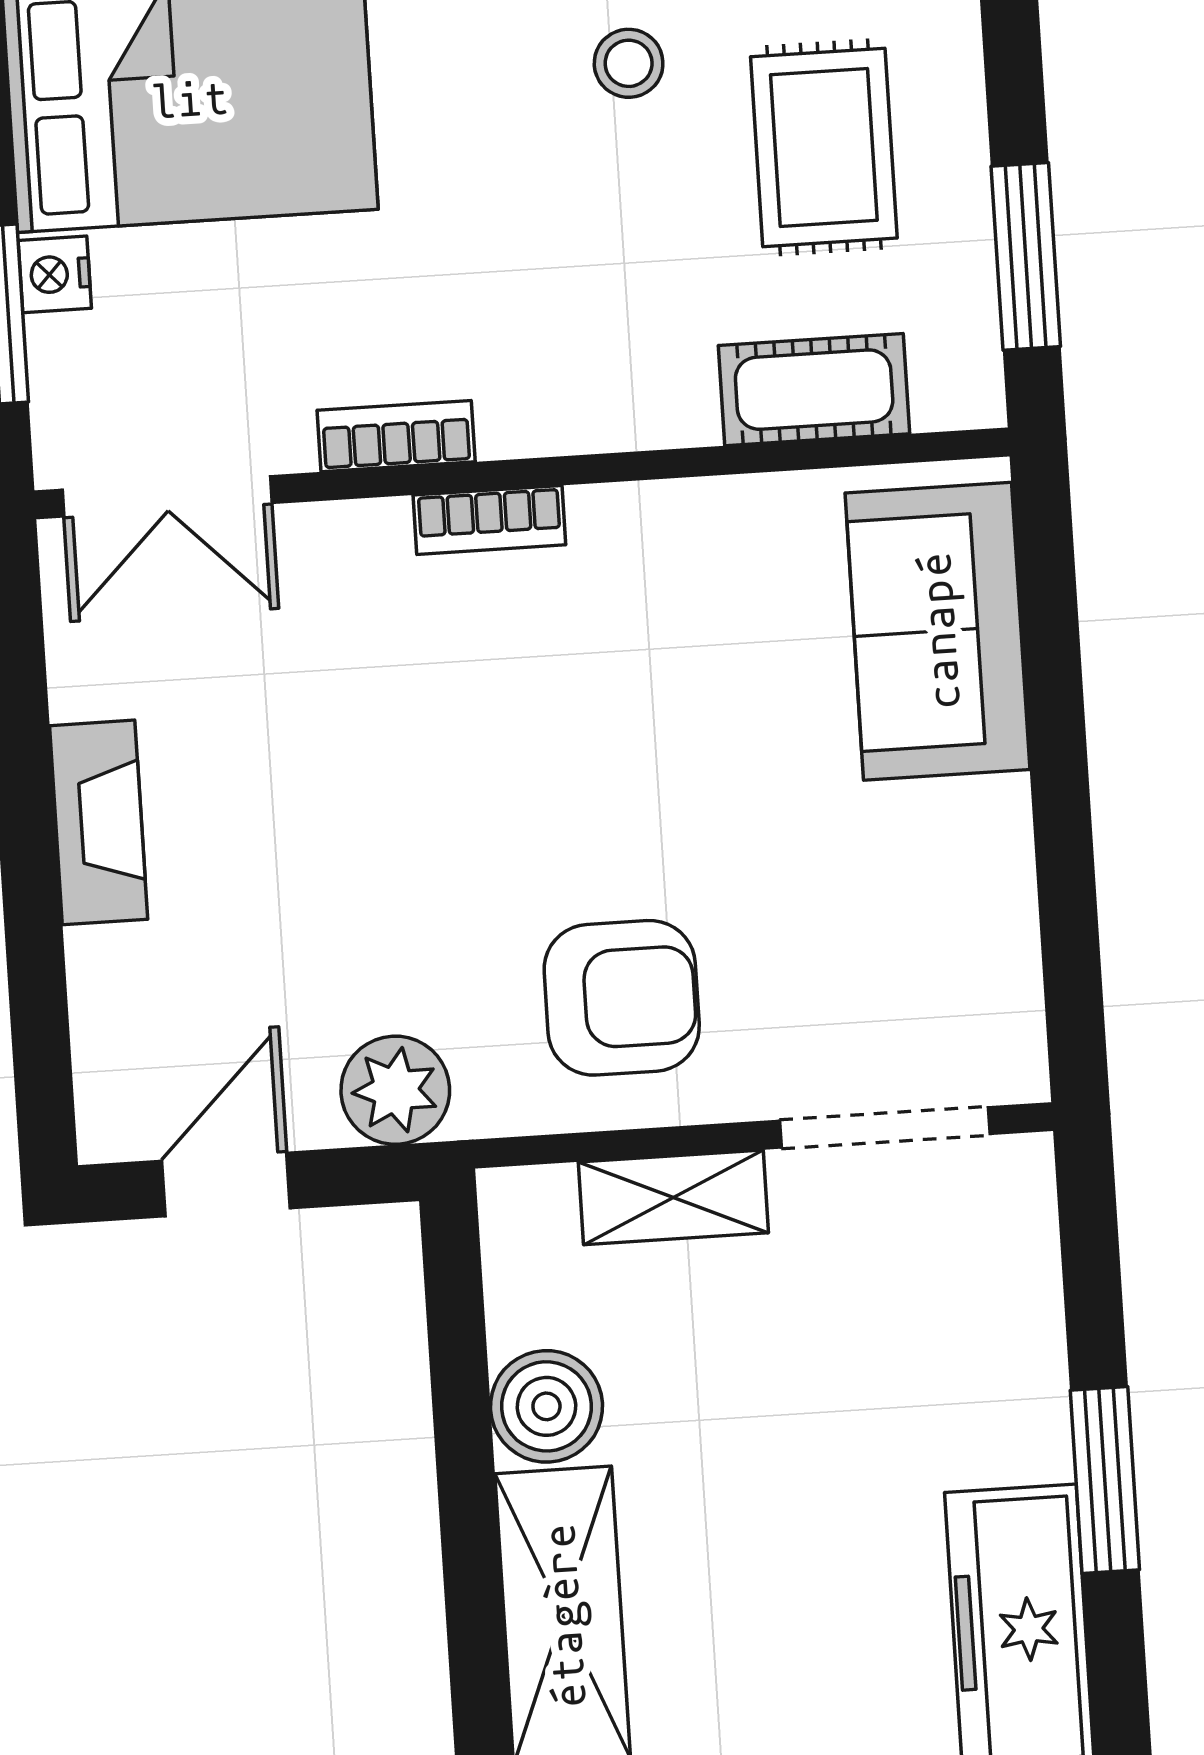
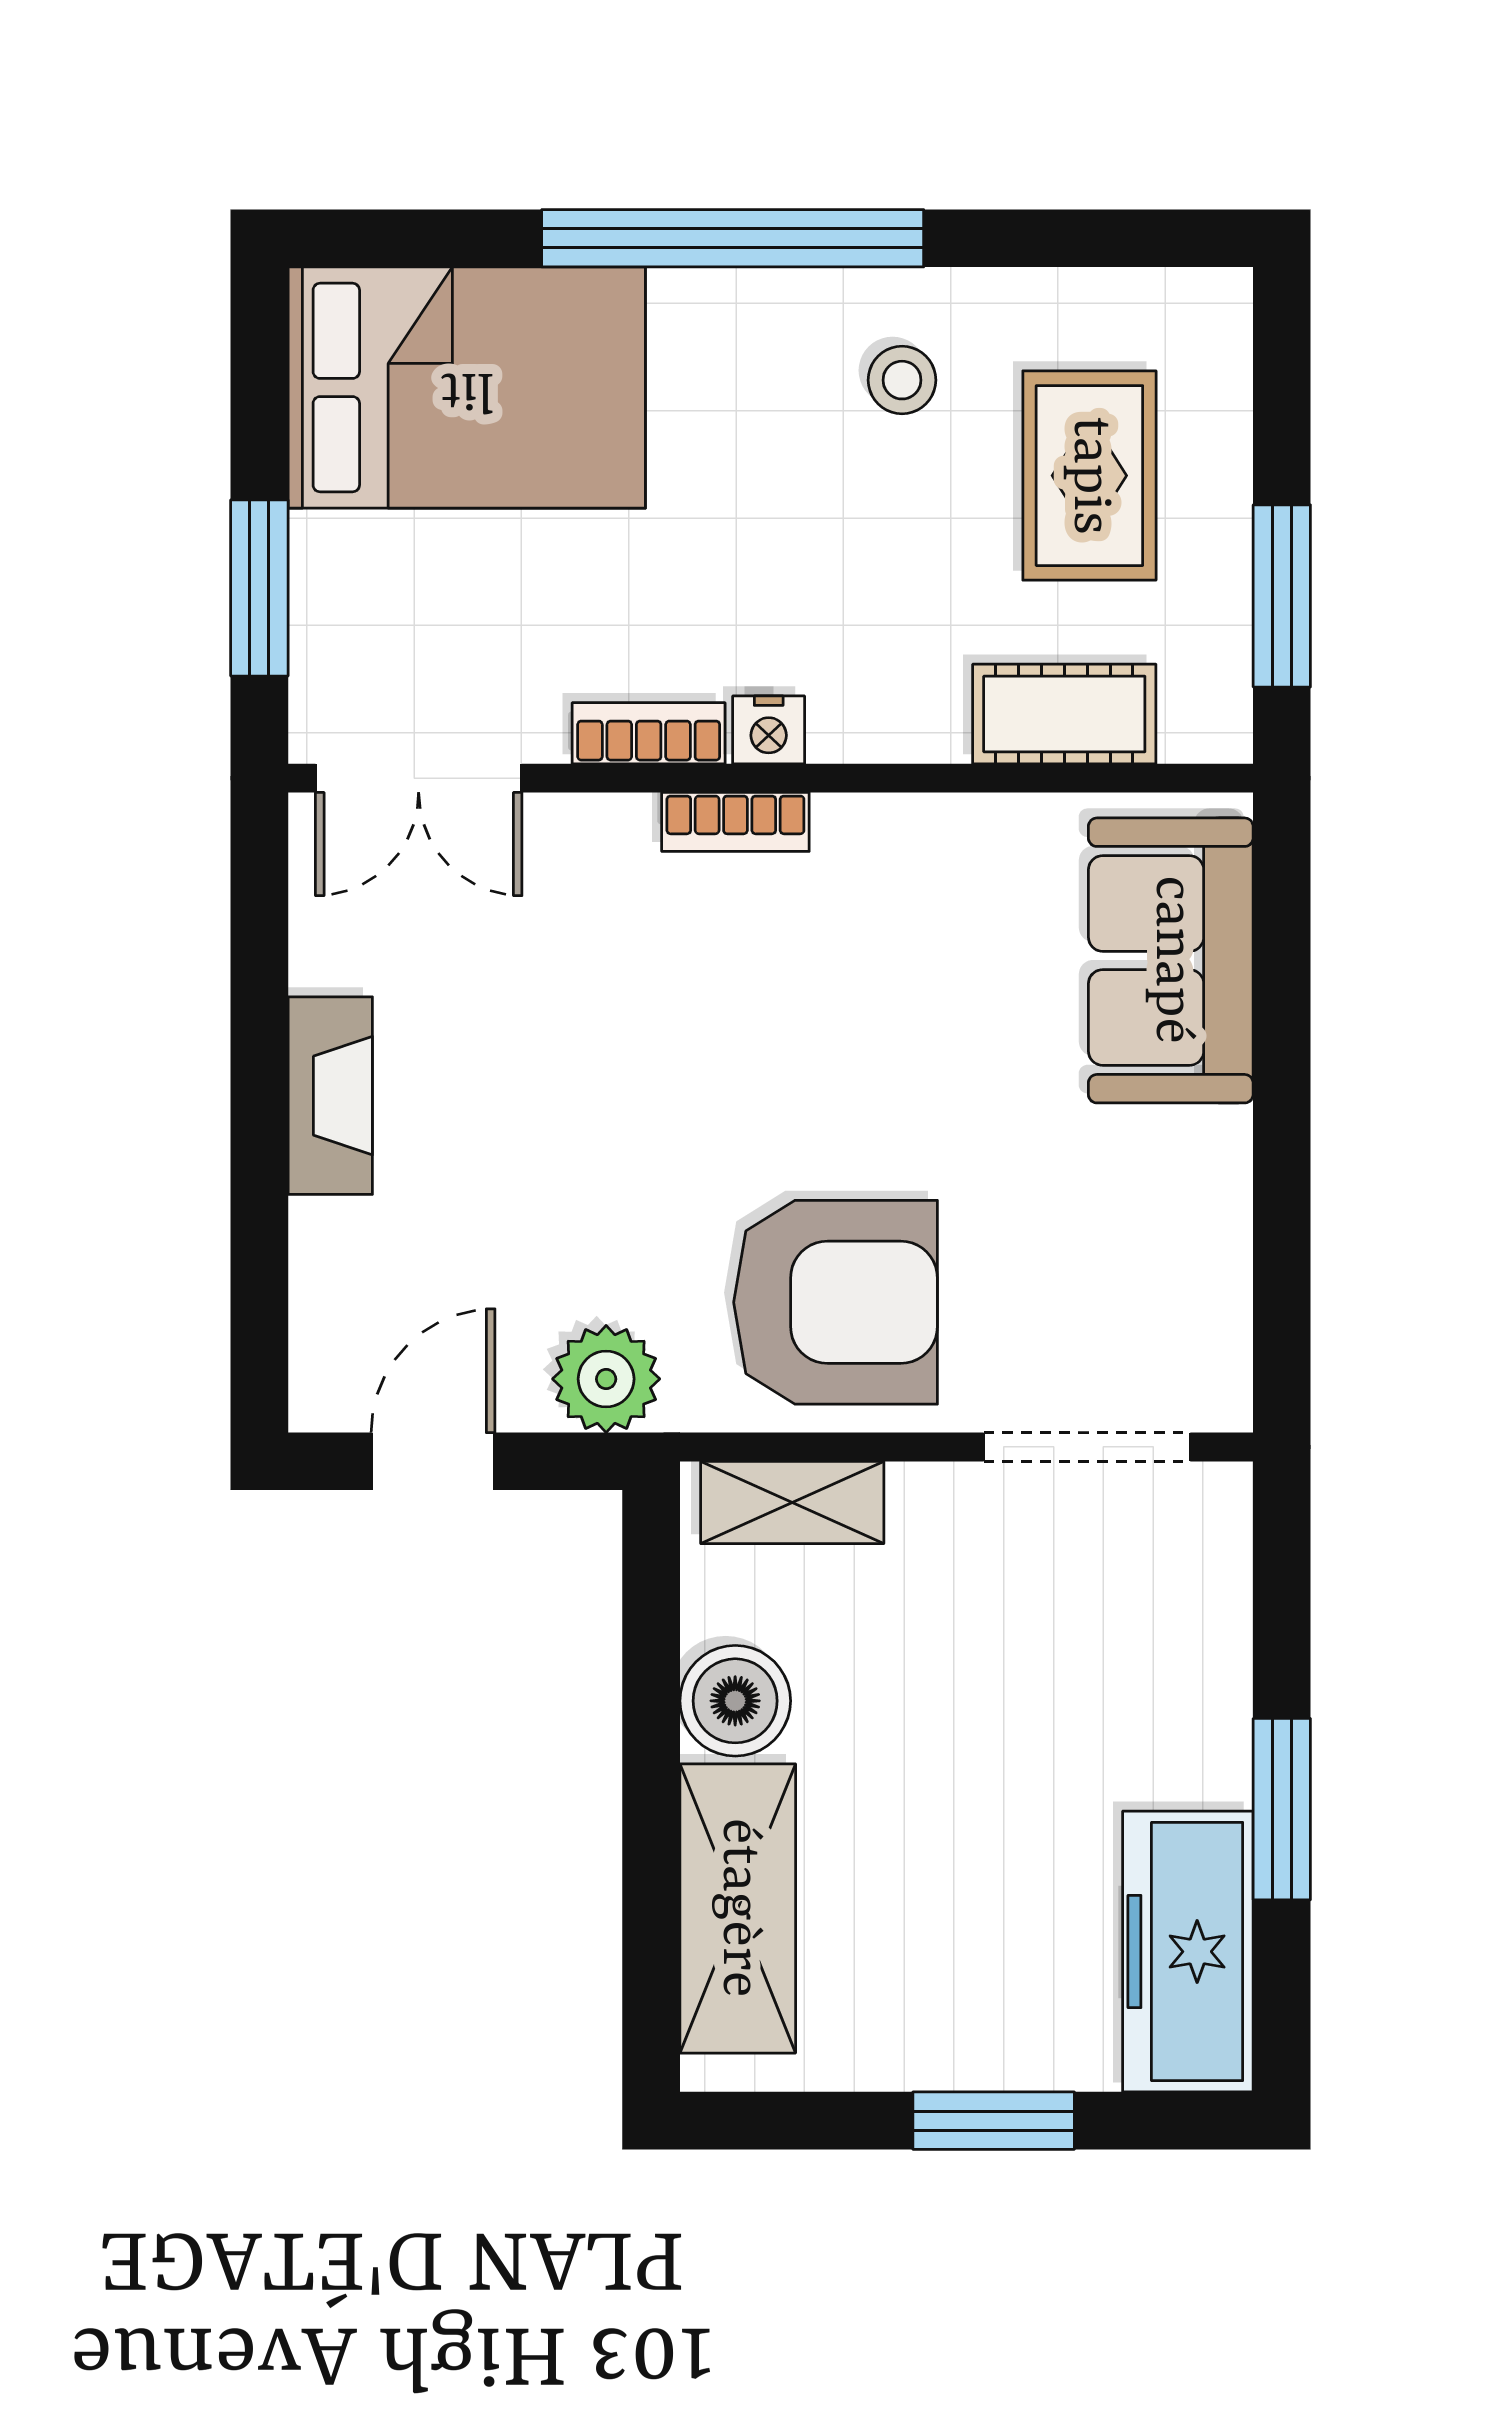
nightstand: (55, 274) -> (769, 730), moved, turned -90
armchair: (622, 998) -> (836, 1302), width x1.36, depth x1.36
shelving: (673, 1197) -> (792, 1503), moved

